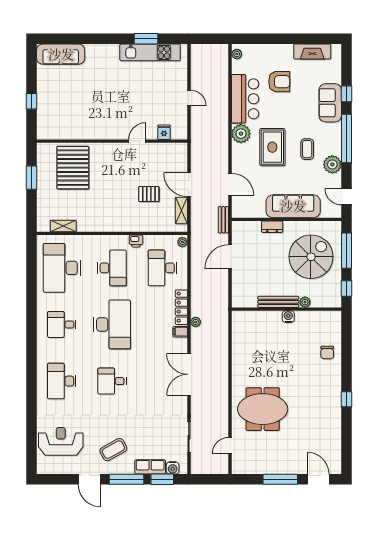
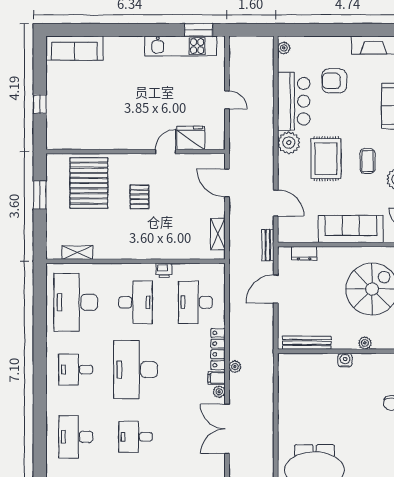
window: (146, 39) -> (199, 30), moved
armchair: (279, 82) -> (334, 81), turned 180
fridge: (164, 132) -> (191, 138), width x1.88, depth x1.34
door: (189, 185) -> (227, 183), moved
pallet: (149, 194) -> (139, 197), moved, turned 90
dresser: (272, 227) -> (304, 253), moved
plant: (182, 242) -> (219, 392), moved
bench: (278, 302) -> (307, 343), moved
desk: (112, 324) -> (135, 370), turned 180

